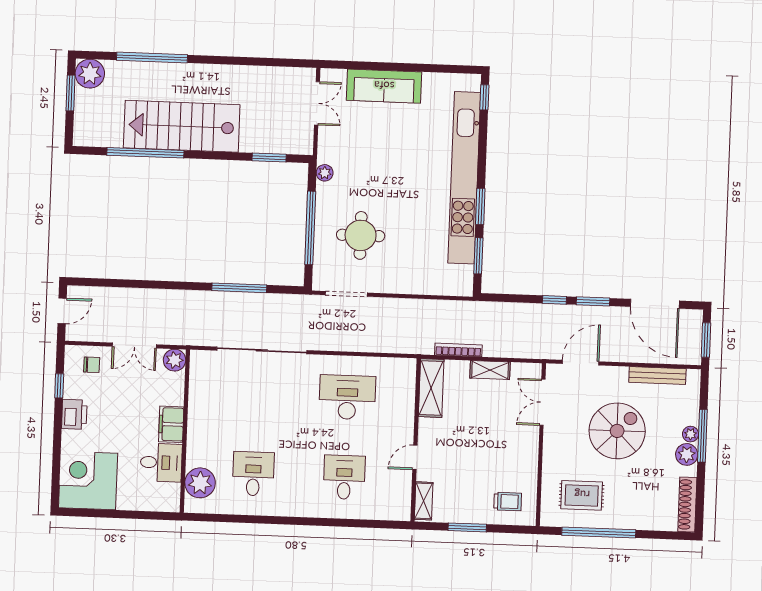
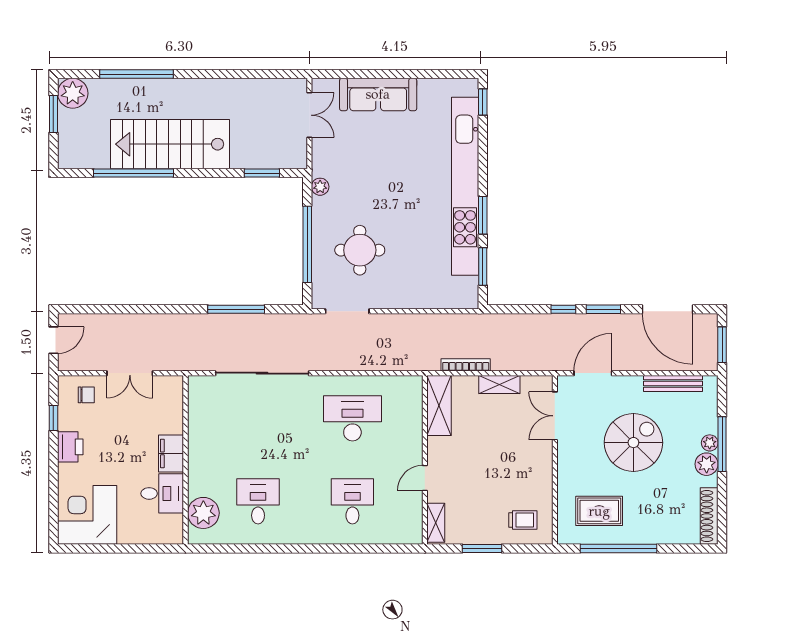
plant: (175, 360) -> (172, 387), removed

